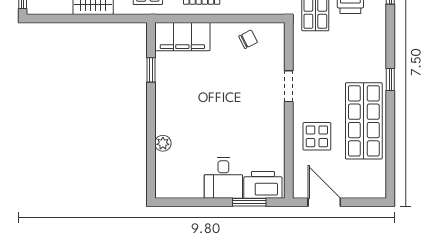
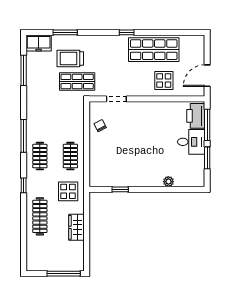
filing cabinet: (182, 37) -> (98, 169), removed
doorway: (289, 86) -> (116, 99), moved
window: (199, 202) -> (207, 158), added
window: (249, 202) -> (207, 125), width x1.44

